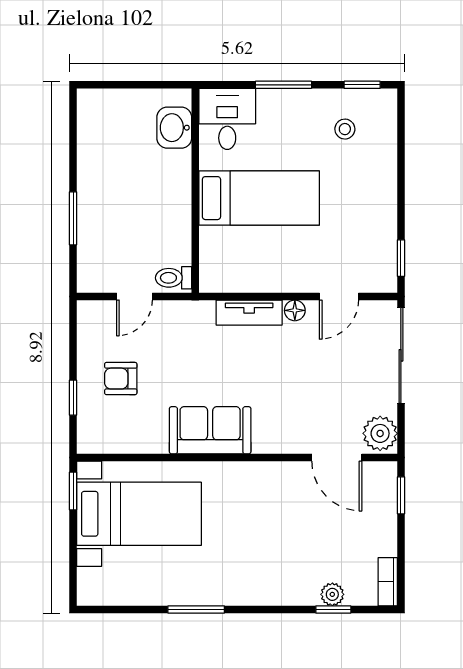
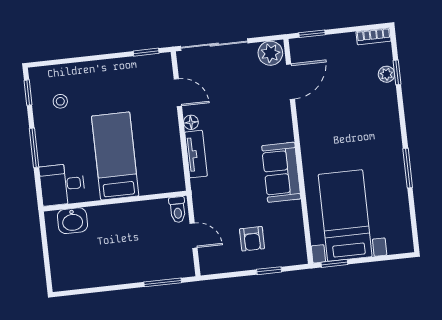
window: (73, 218) -> (163, 282), moved

